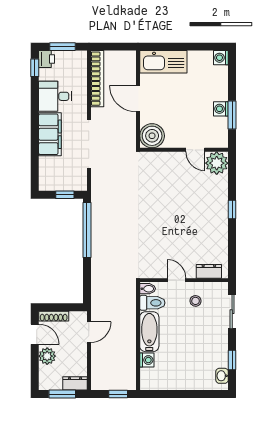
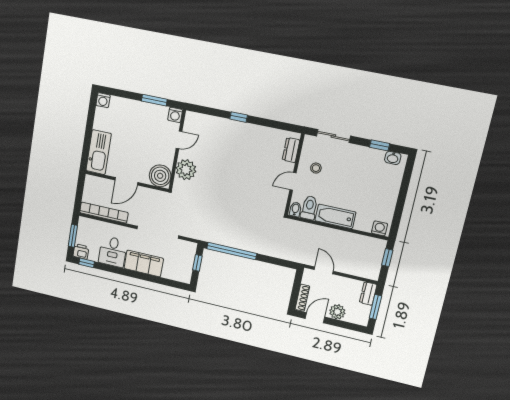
washing machine: (221, 109) -> (175, 115), moved
plant: (217, 163) -> (186, 170), moved
washing machine: (147, 360) -> (380, 228), moved

